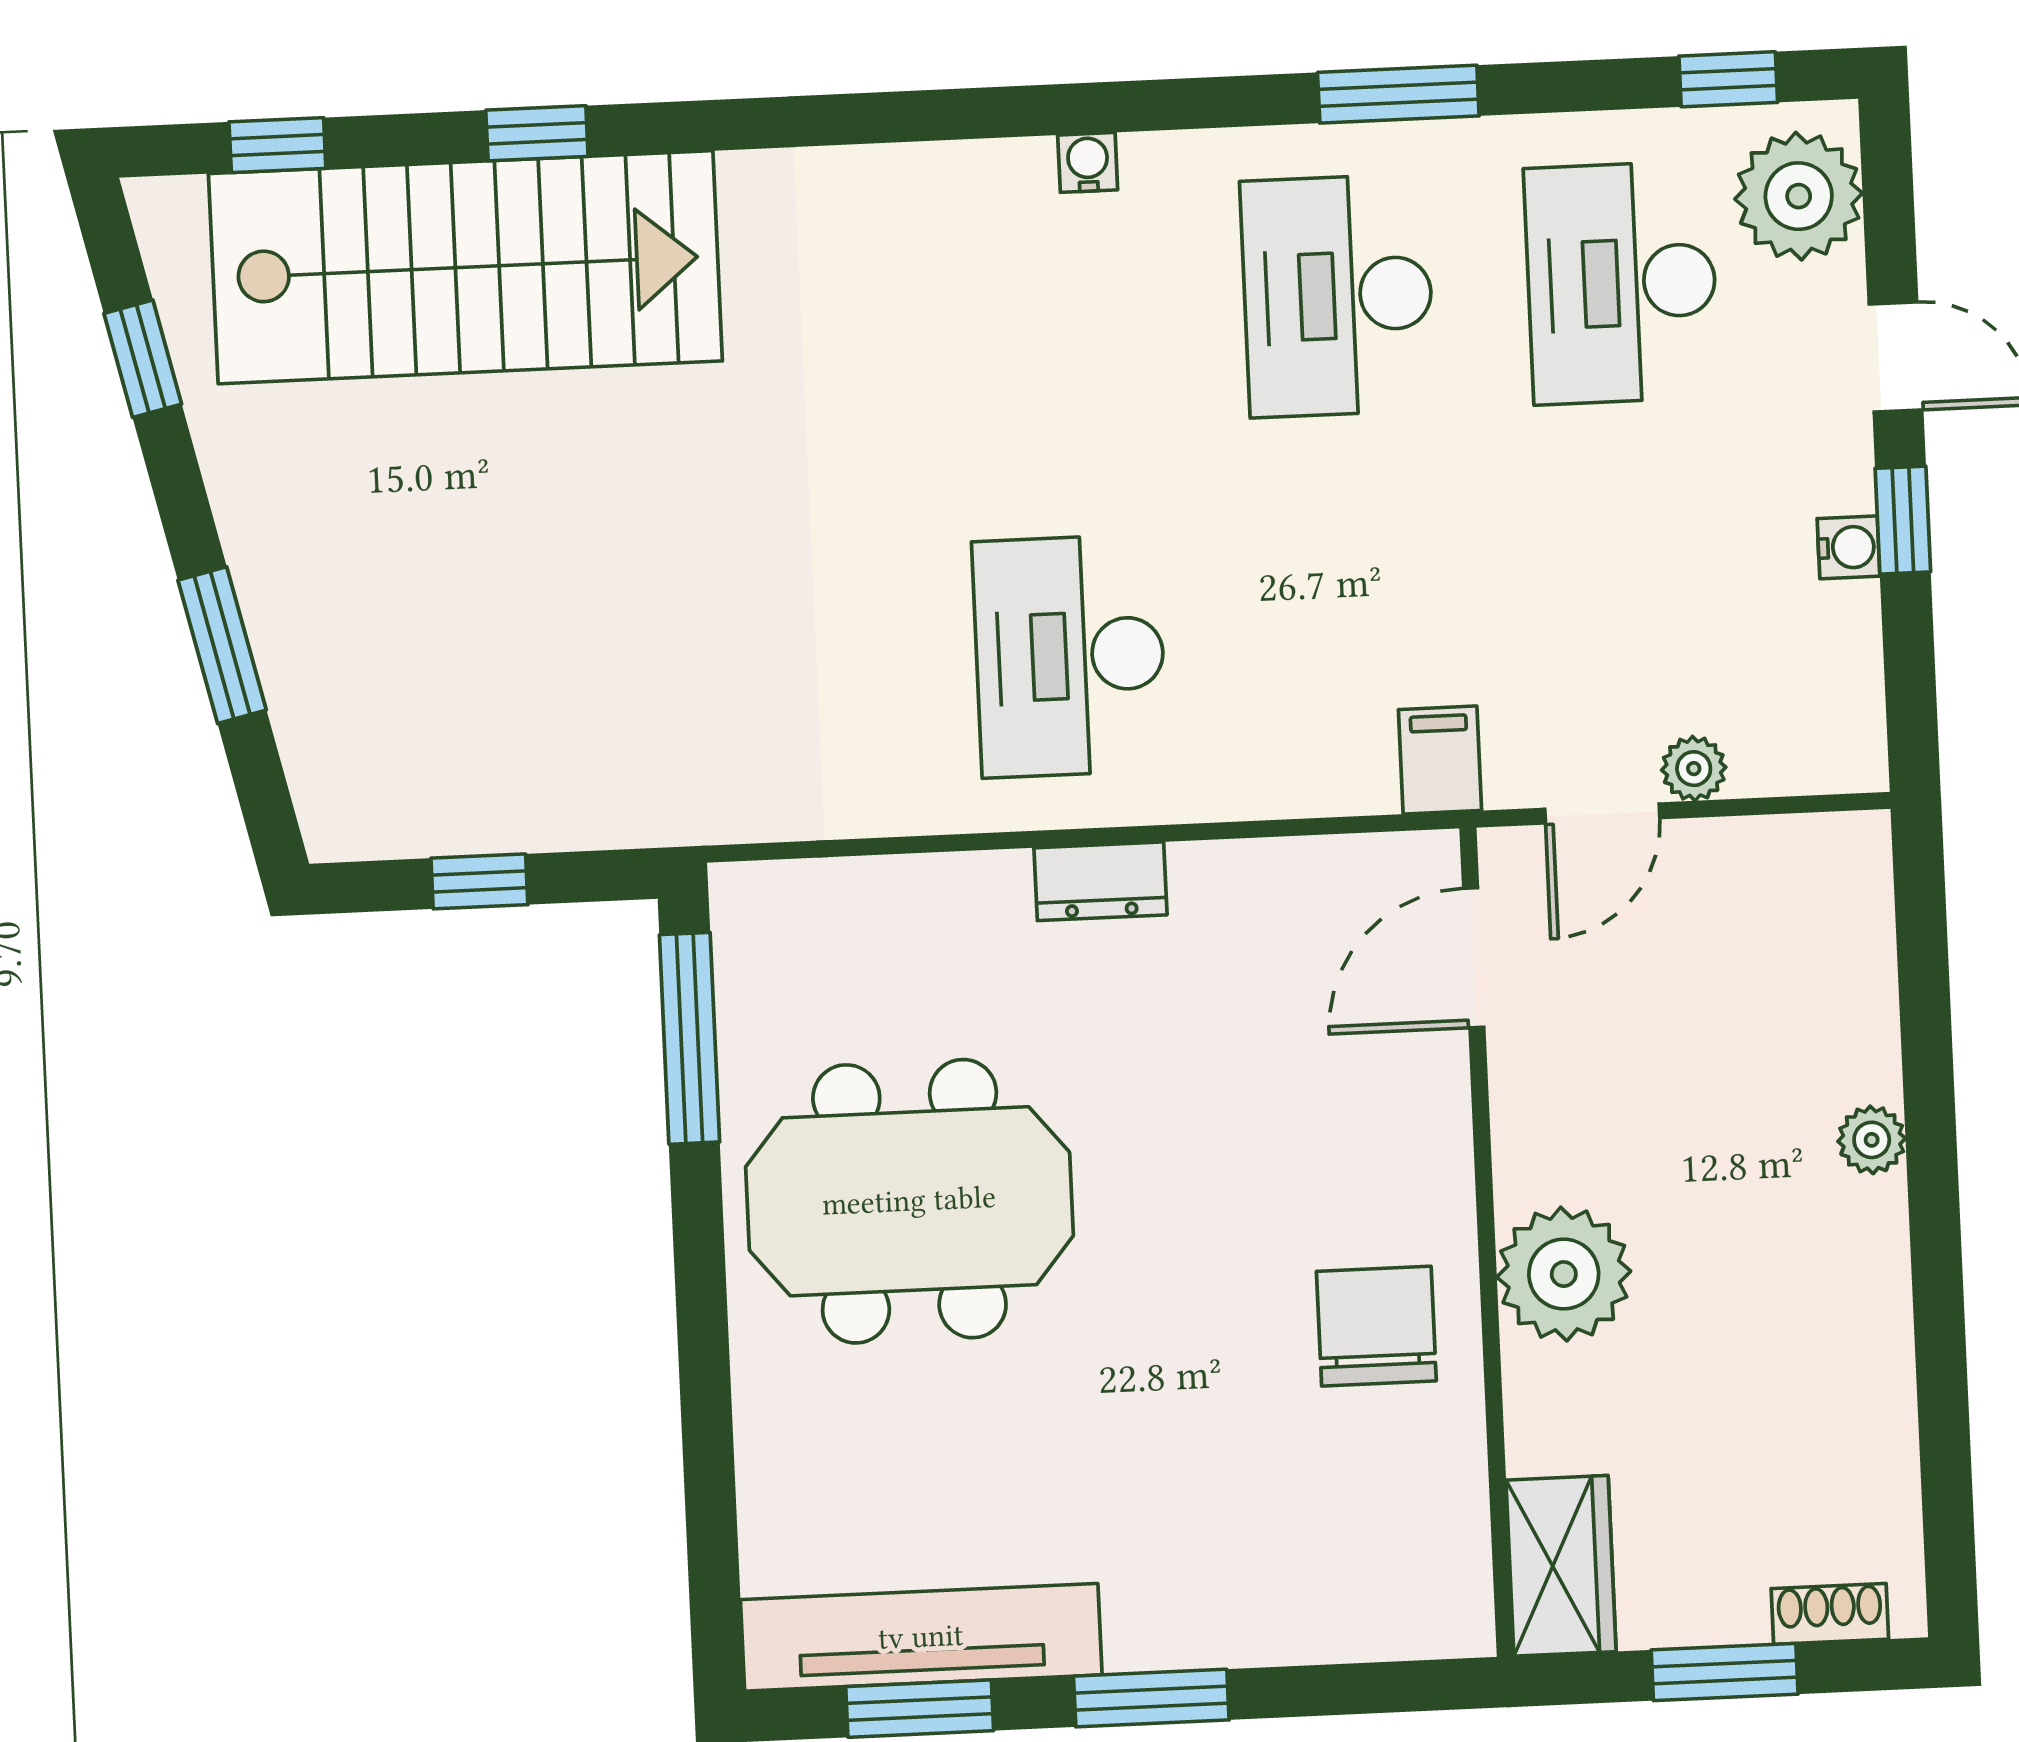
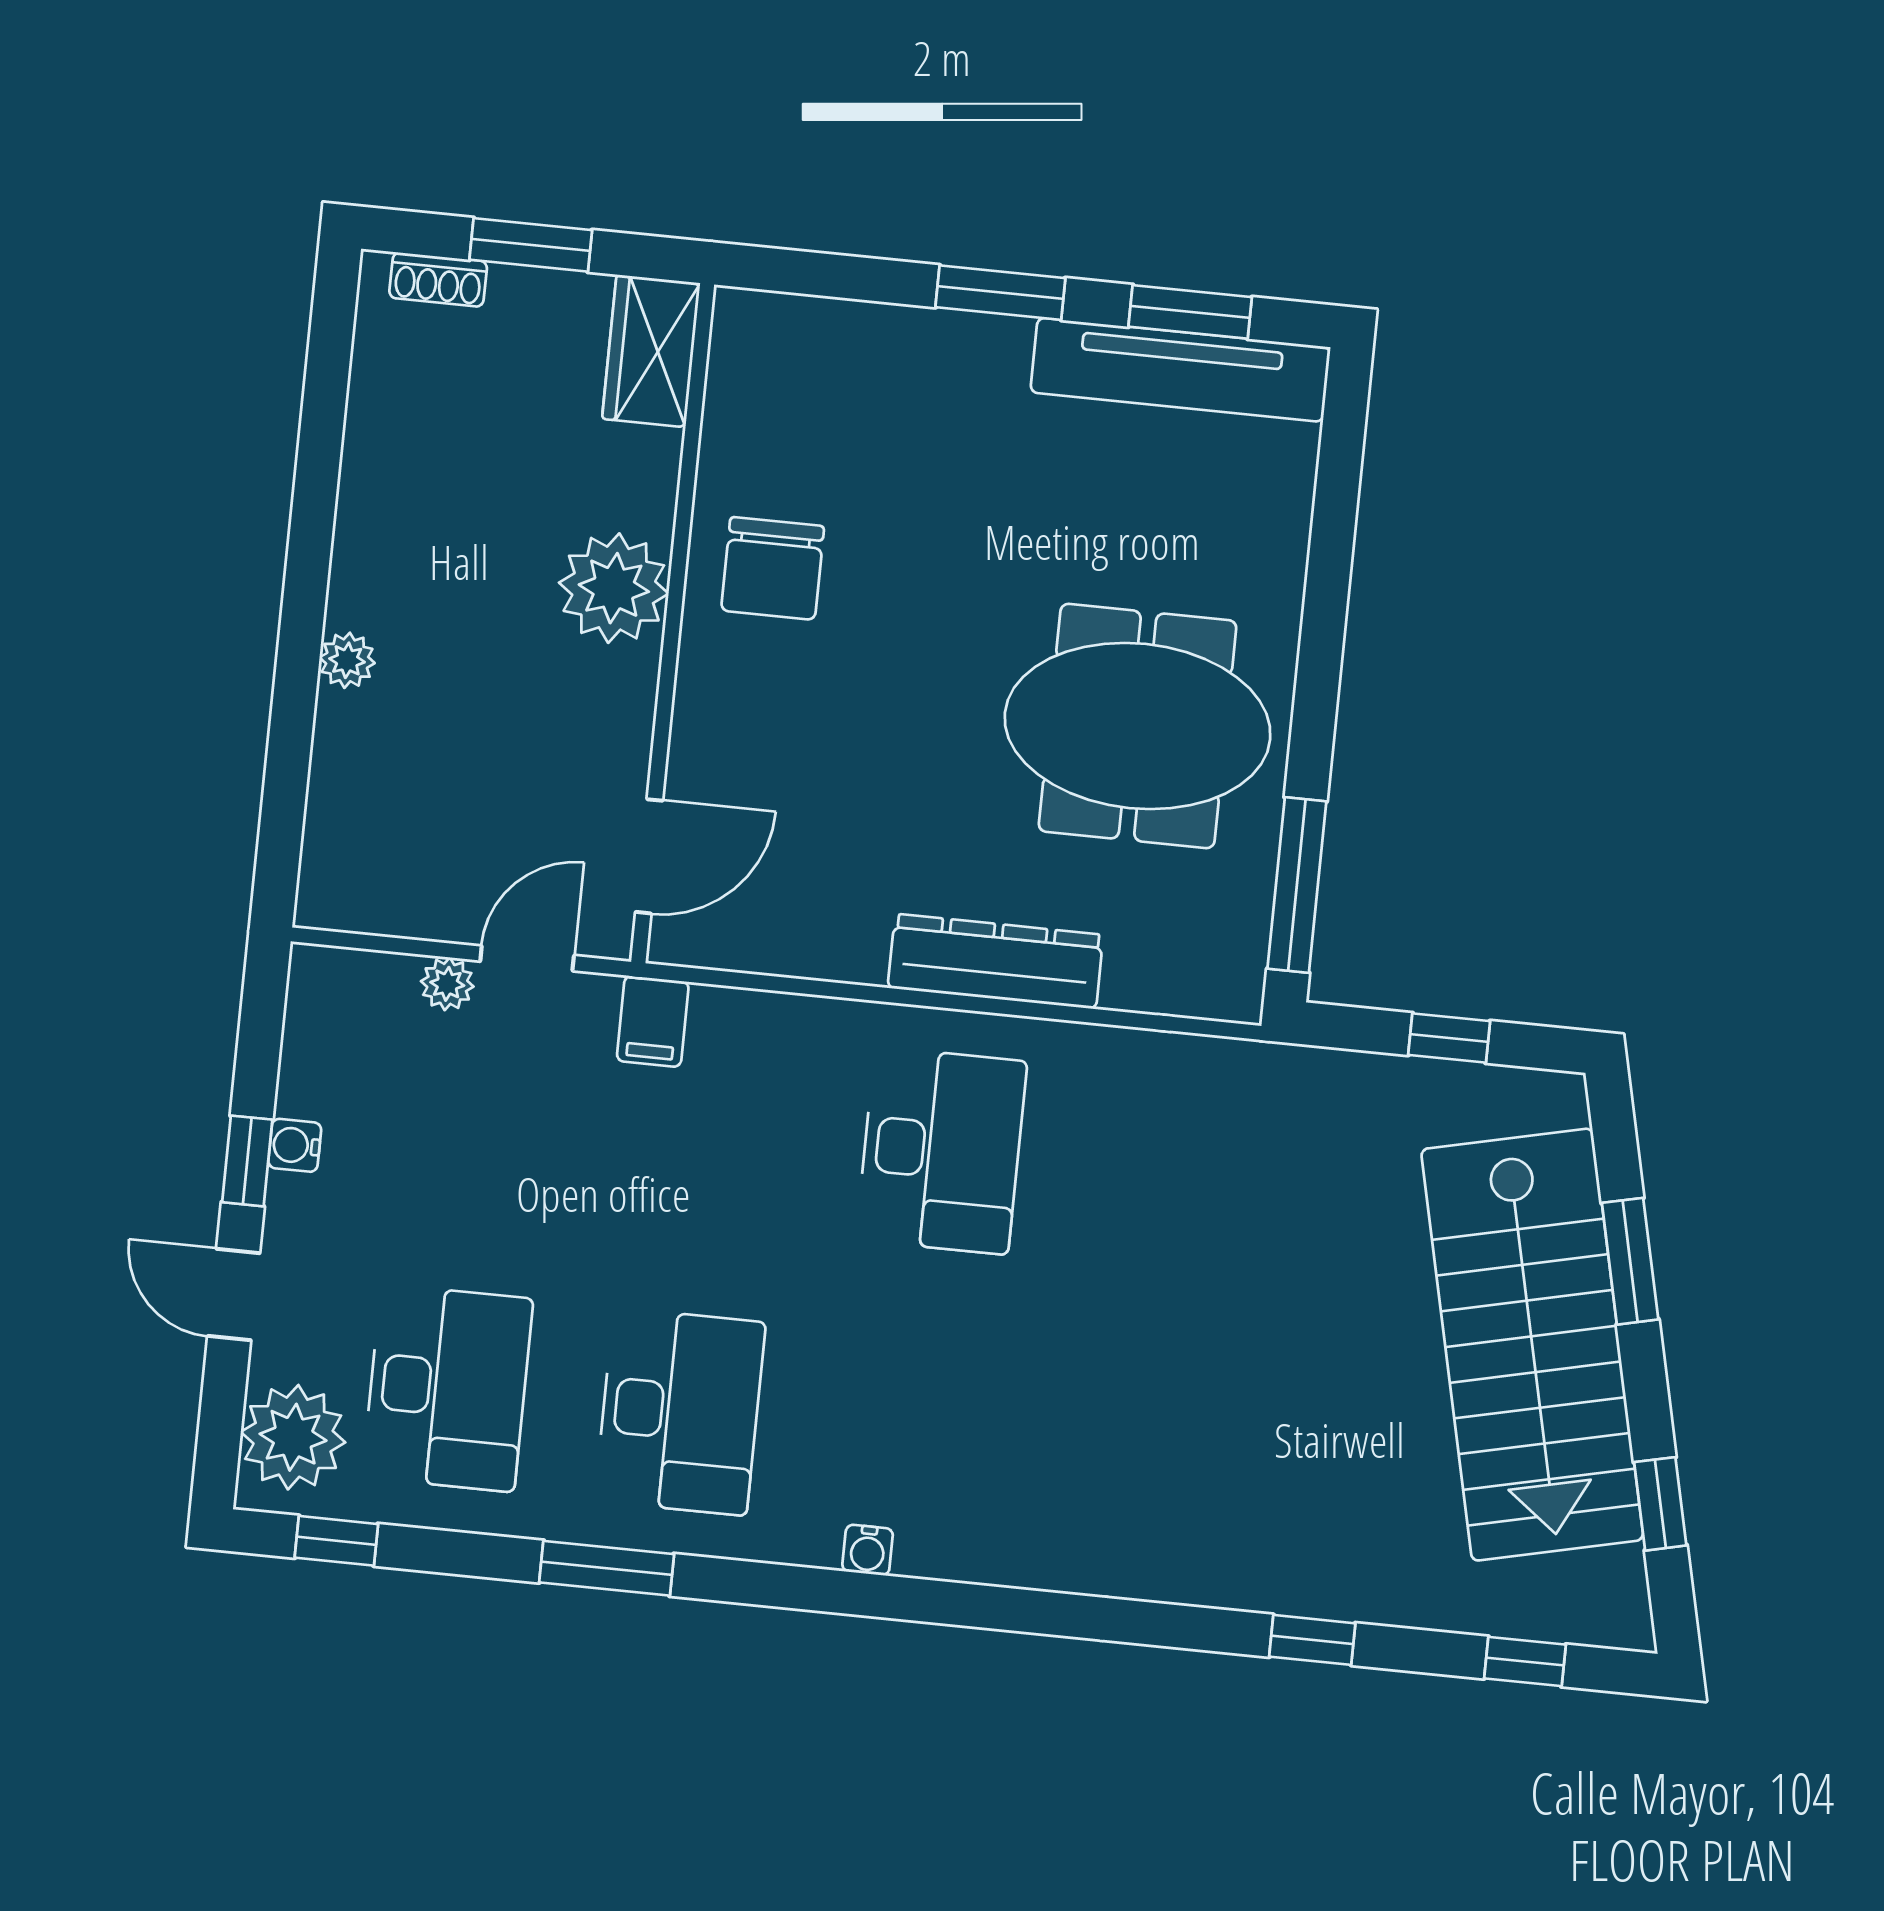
stairs: (465, 267) -> (1532, 1345), moved, turned -103
dresser: (1101, 881) -> (995, 961), width x1.96, depth x1.24

